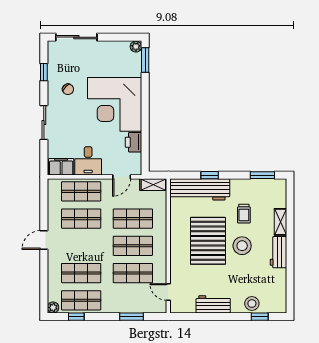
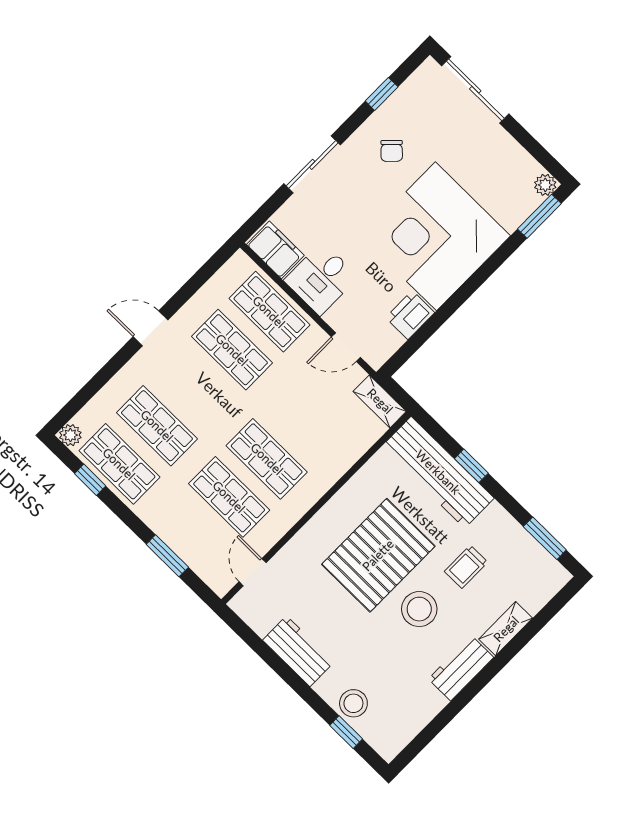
shop shelf: (133, 219) -> (304, 421), removed

